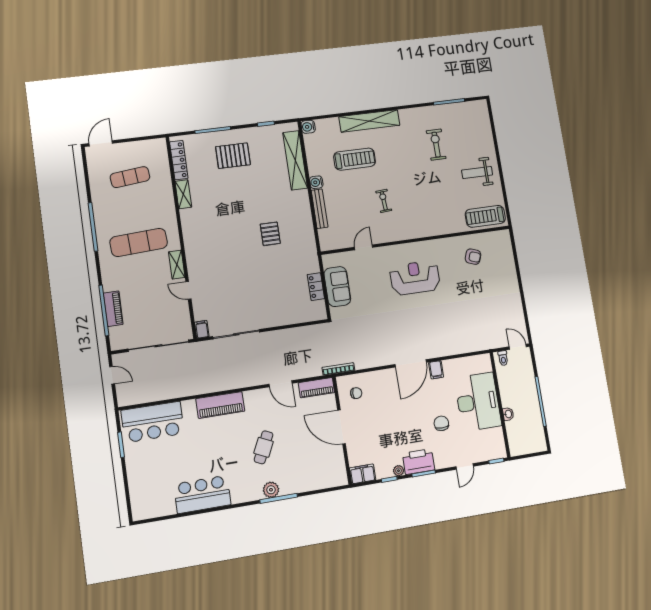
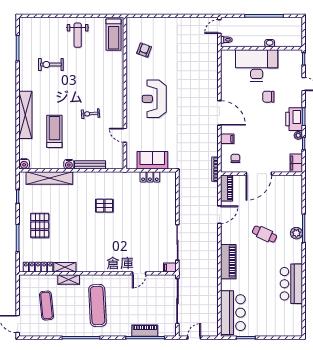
shelving: (177, 265) -> (69, 279), moved
filing cabinet: (436, 370) -> (227, 139), moved

